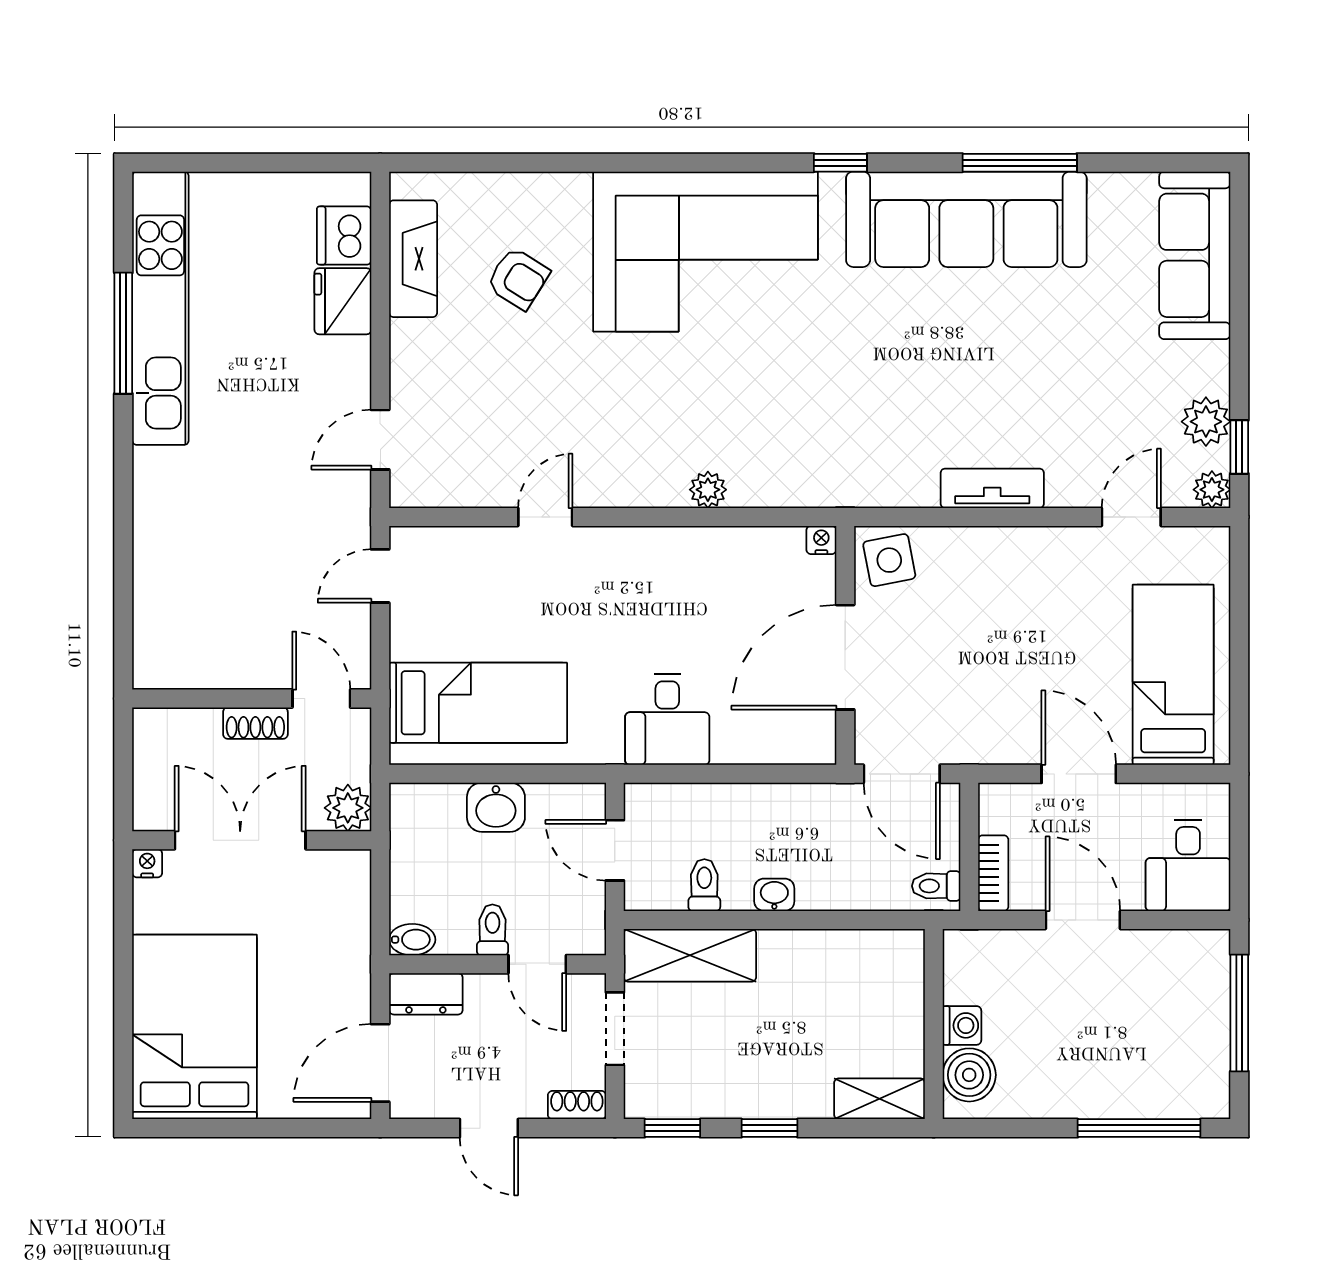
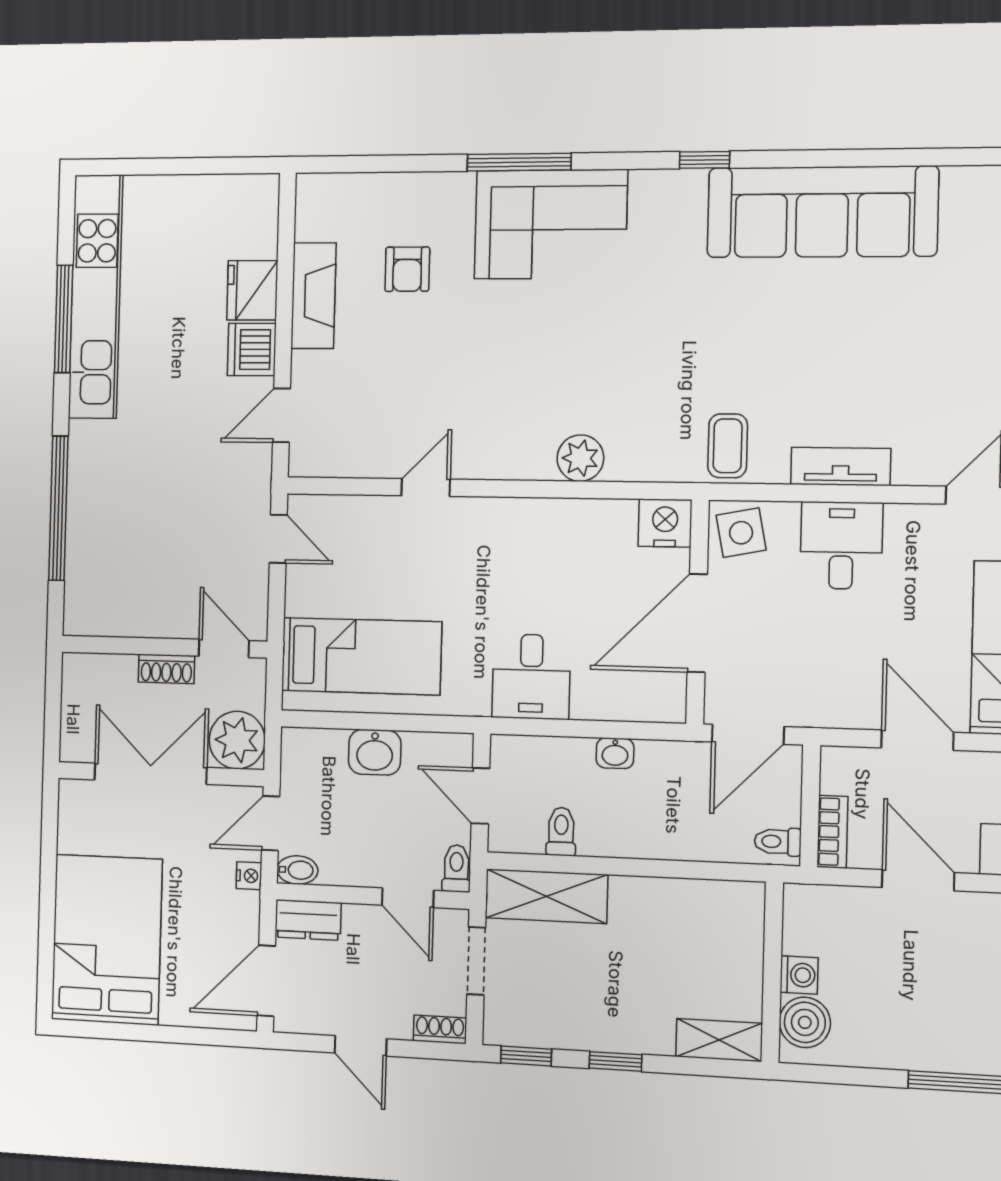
window: (1020, 163) -> (519, 162), moved
dishwasher: (344, 236) -> (252, 350), moved
corner sofa: (706, 252) -> (551, 224), width x0.73, depth x0.74
fireplace: (413, 259) -> (314, 296), moved
armchair: (518, 279) -> (407, 269), turned 58
coffee table: (873, 468) -> (728, 446), added
plant: (708, 490) -> (580, 458), width x1.38, depth x1.38
nightstand: (821, 540) -> (665, 523), width x1.89, depth x1.79
window: (123, 546) -> (58, 508), added
desk: (995, 572) -> (841, 545), added
door: (380, 576) -> (278, 539), swing flipped
door: (902, 774) -> (748, 734), hinge flipped
plant: (348, 808) -> (237, 740), width x1.36, depth x1.36
nightstand: (147, 863) -> (249, 876), moved, turned 90
door: (380, 890) -> (271, 823), added
washbasin: (774, 895) -> (615, 753), moved, turned 180
toilet: (492, 930) -> (456, 868), moved

